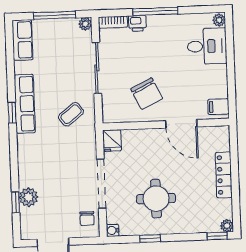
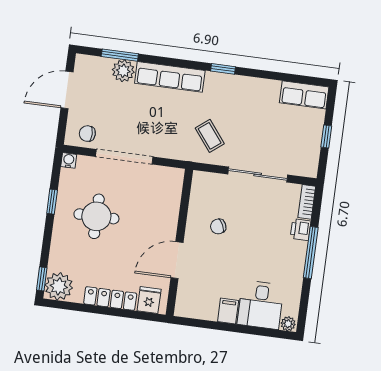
window: (54, 15) -> (326, 136), width x0.46
plant: (85, 24) -> (310, 170), removed
chair: (147, 94) -> (218, 226), width x0.54, depth x0.54
row of seats: (25, 104) -> (170, 77), moved
filing cabinet: (218, 107) -> (228, 311), moved
fridge: (112, 141) -> (149, 300), moved, turned 90
window: (16, 202) -> (120, 55), width x1.50
plant: (227, 226) -> (59, 286), width x1.88, depth x1.88

